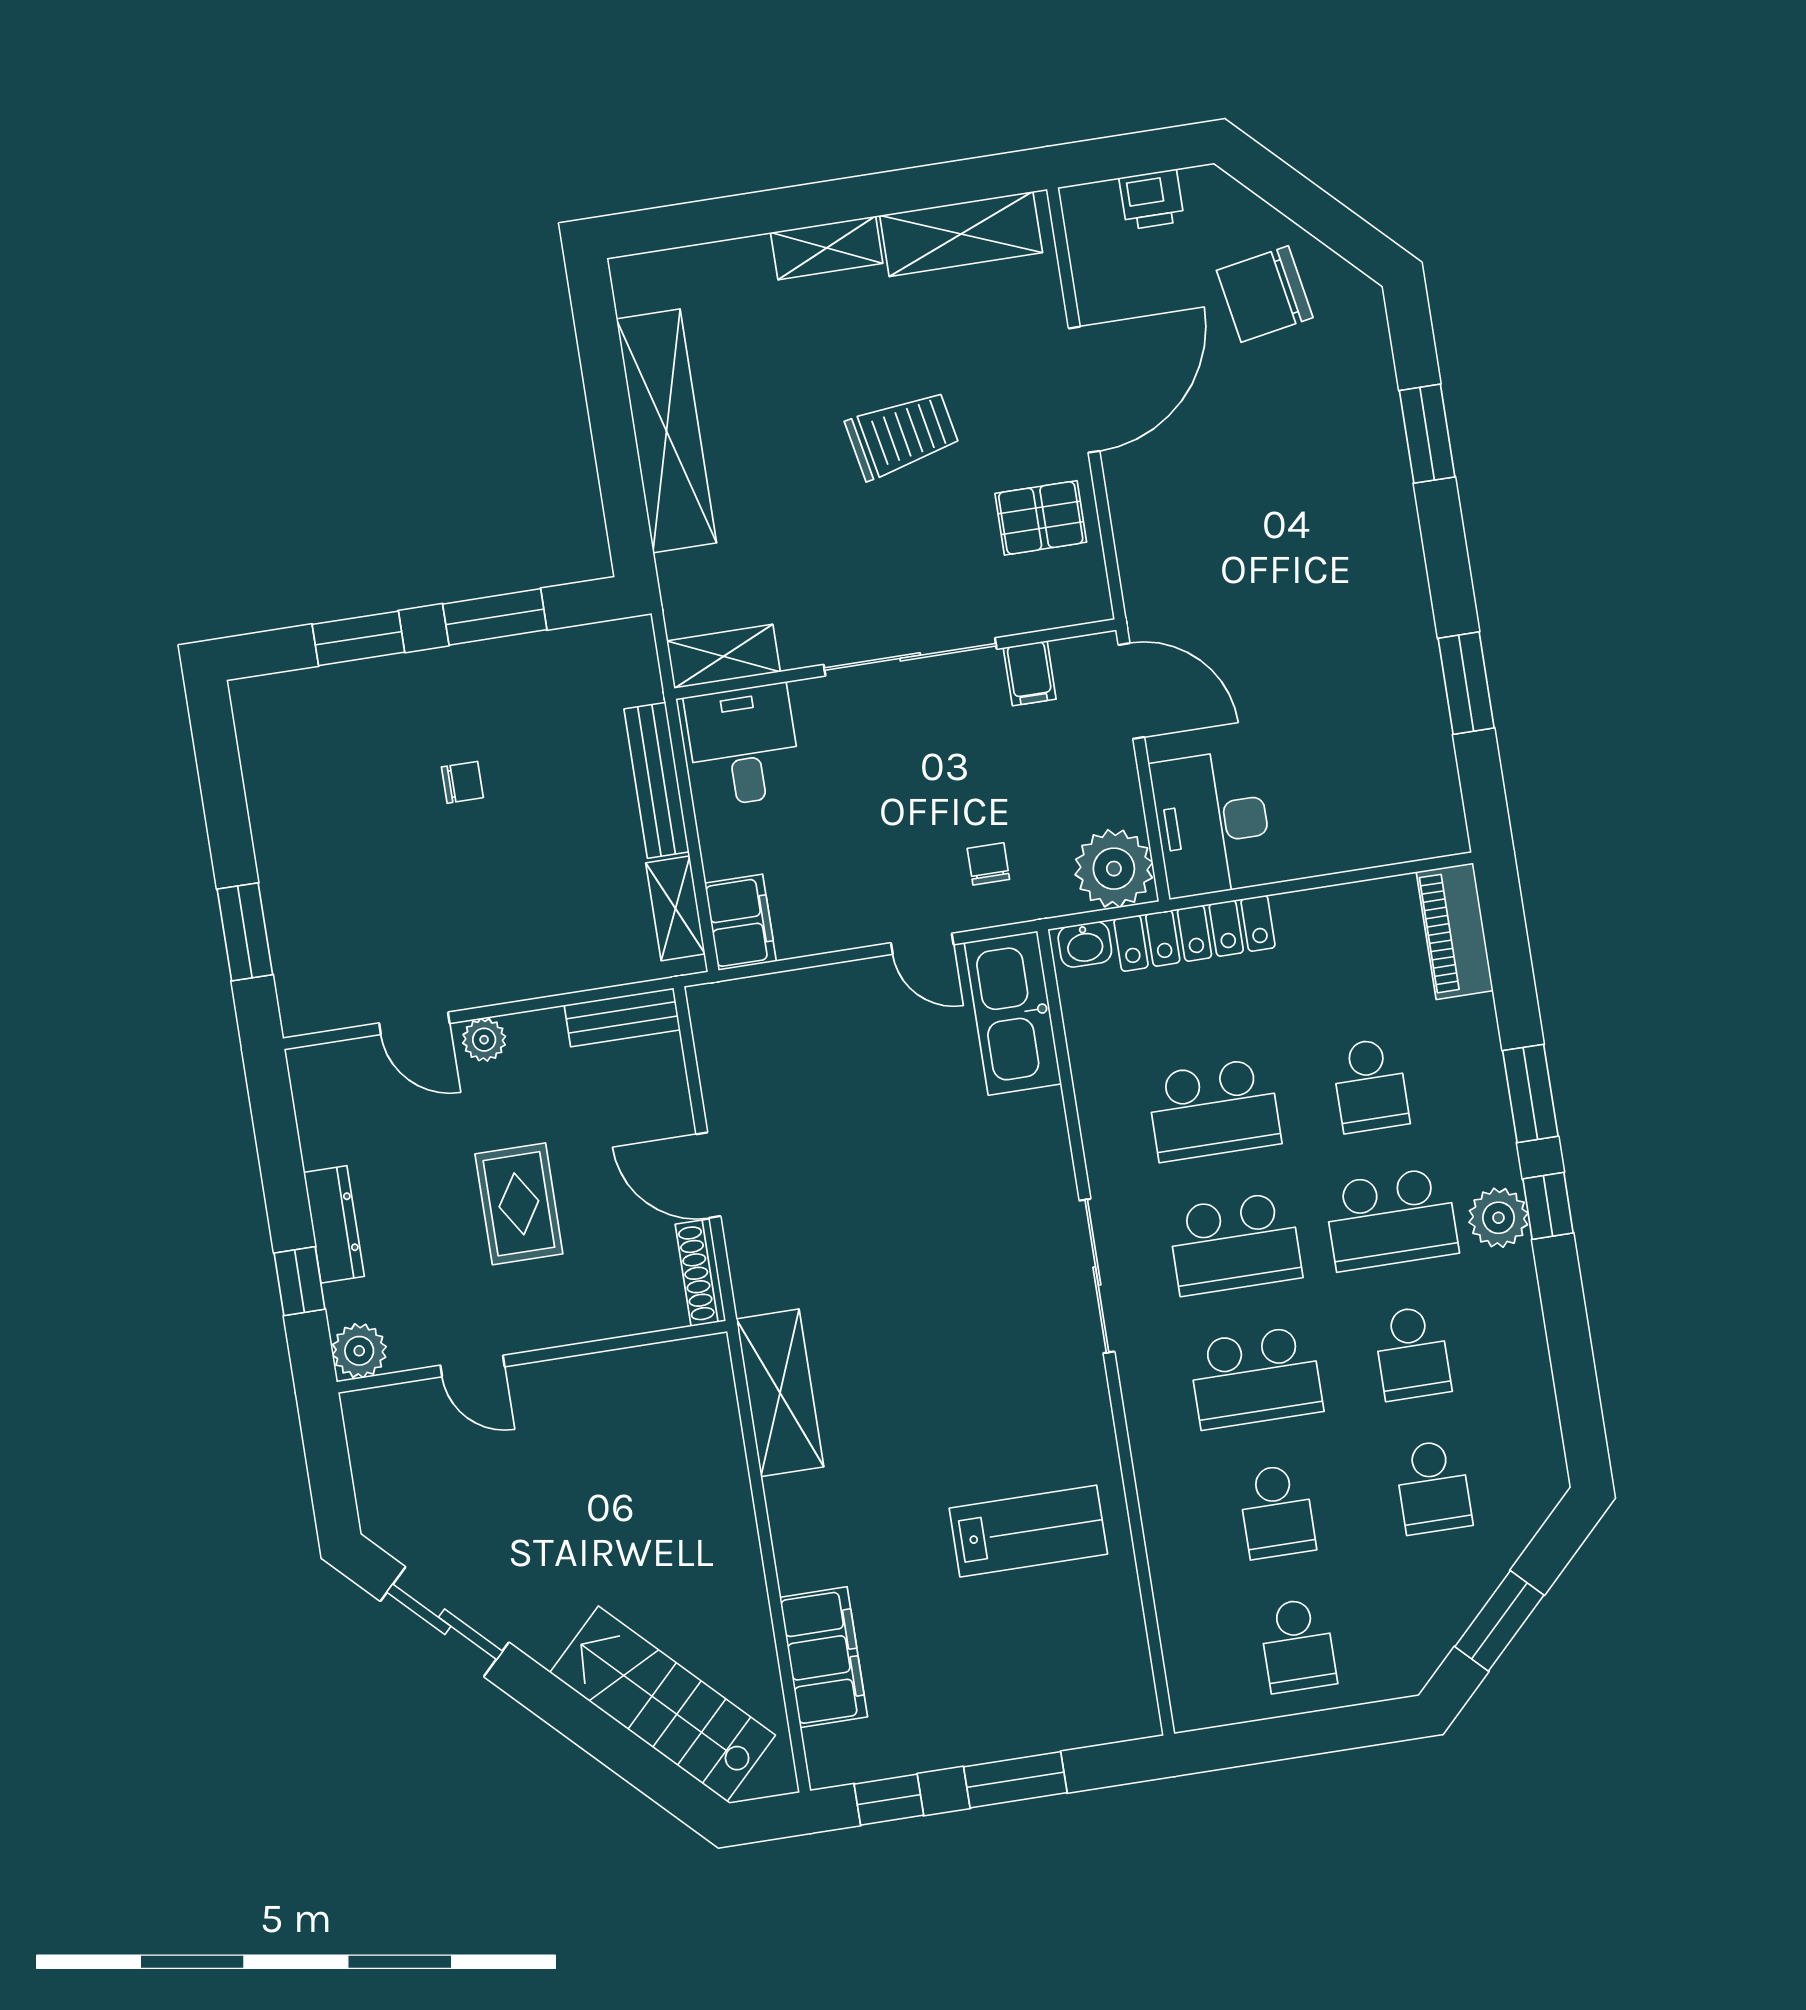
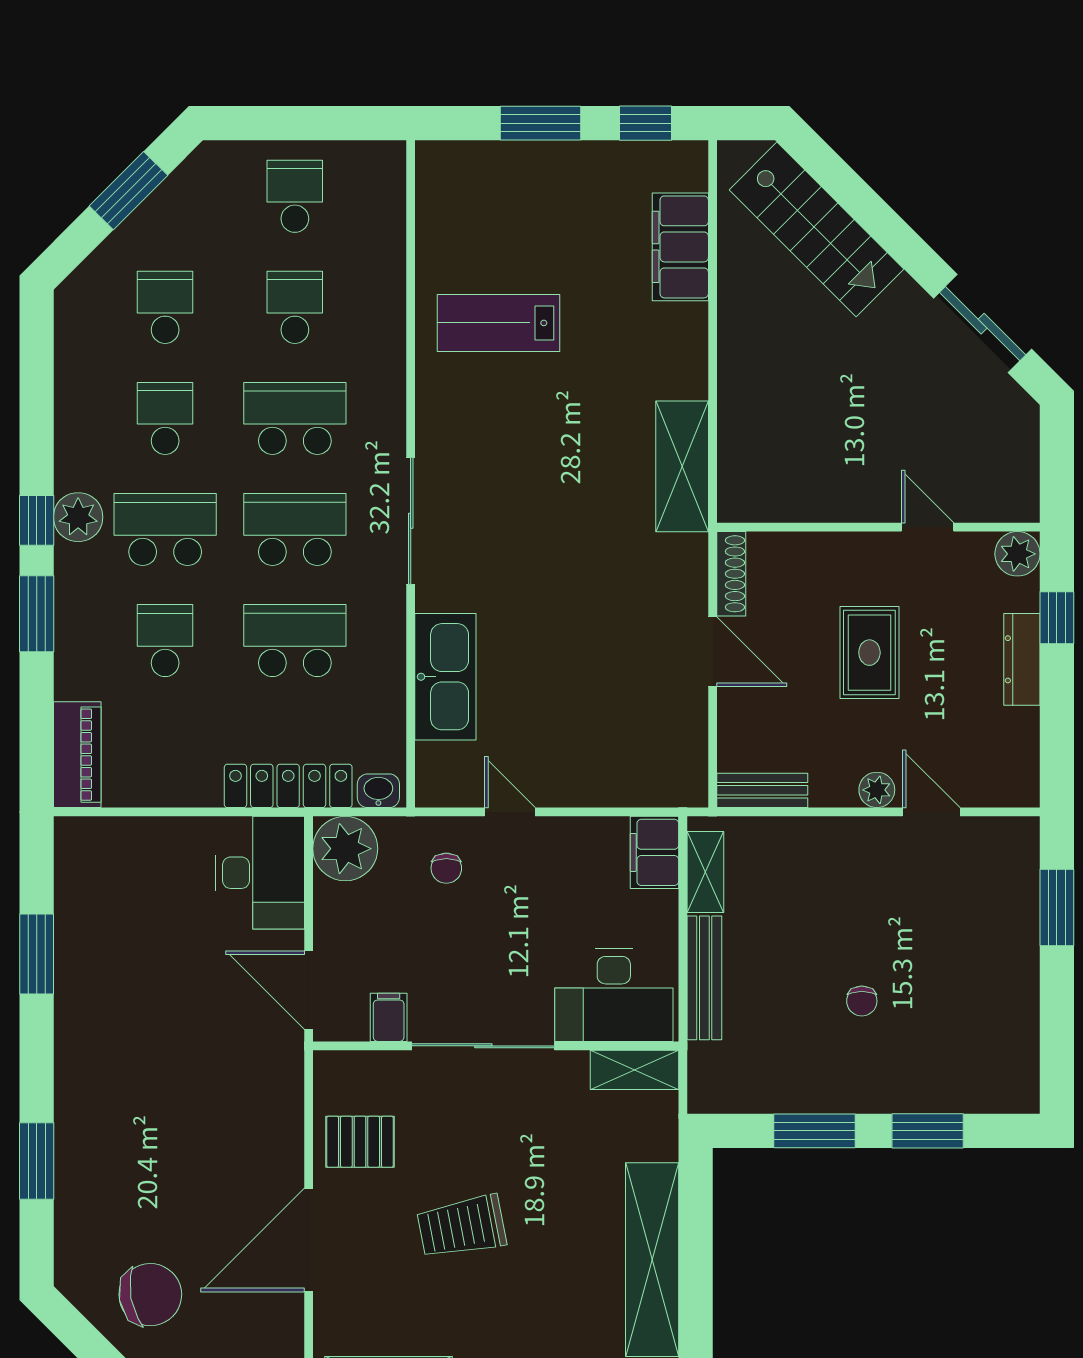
desk: (743, 745) -> (614, 995), width x1.37
chair: (462, 782) -> (862, 1001), turned -90
kitchen sink: (1013, 1013) -> (445, 677), moved

